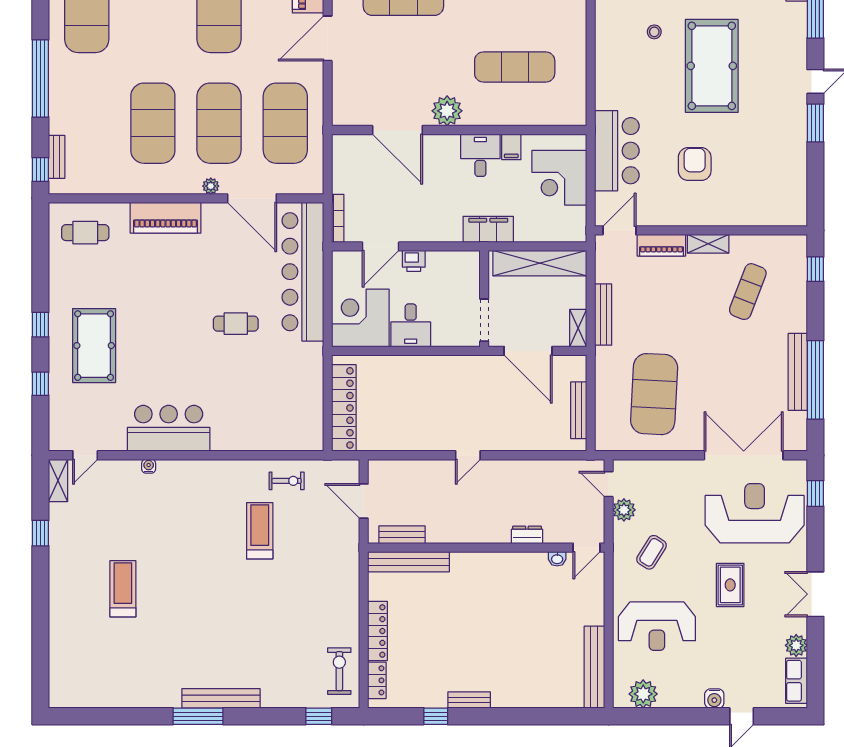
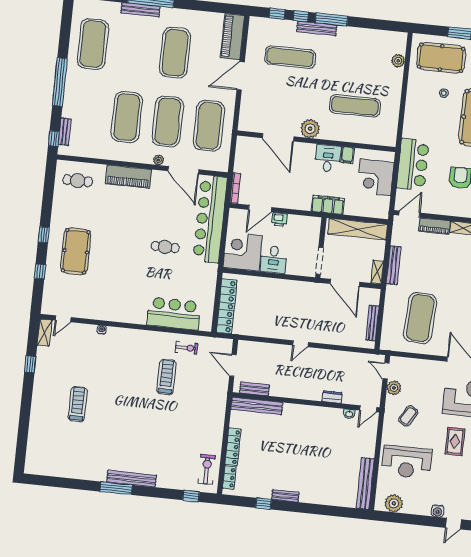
bar counter: (169, 428) -> (174, 314), moved

